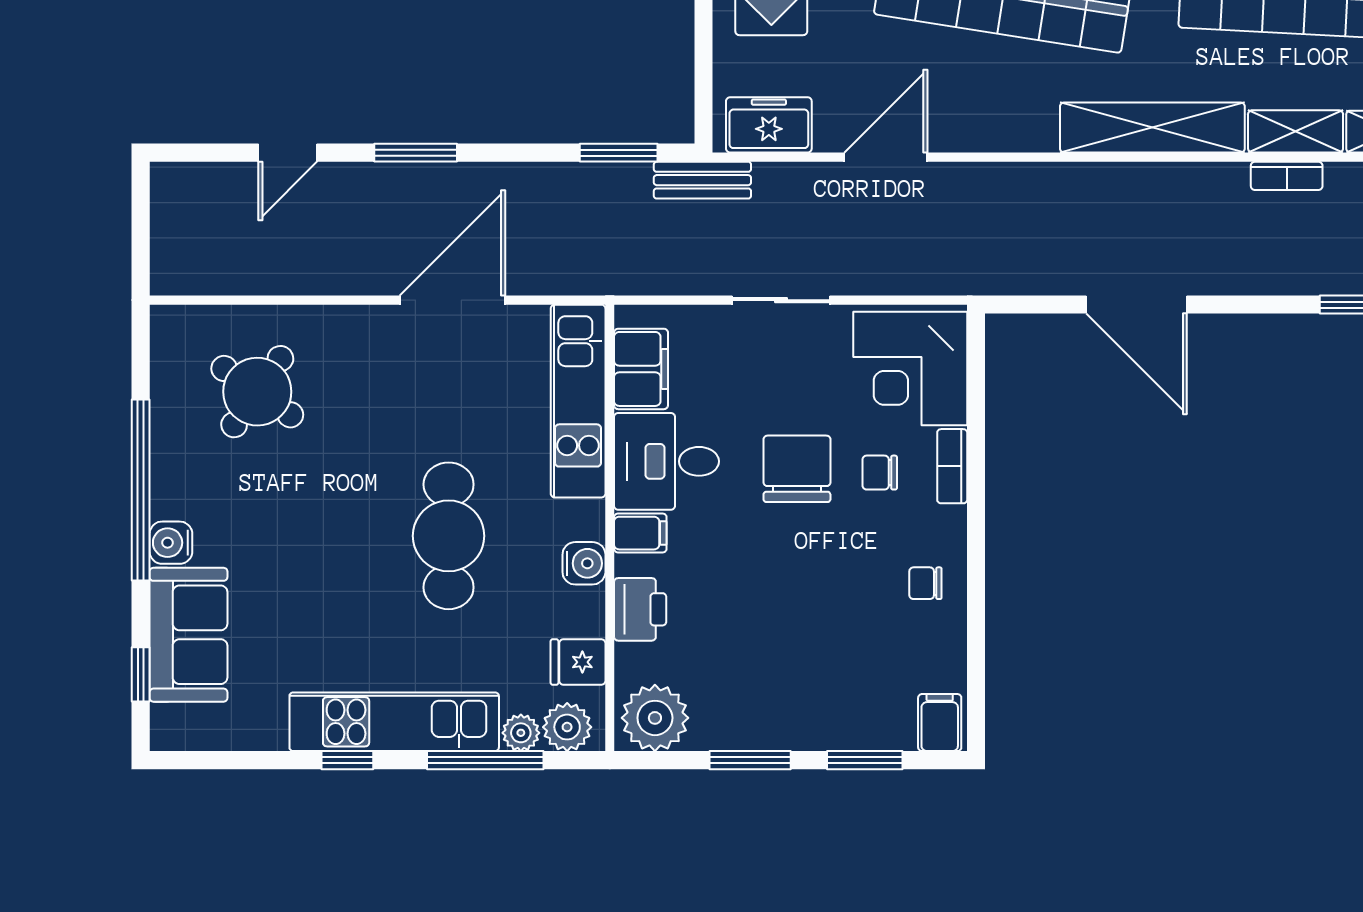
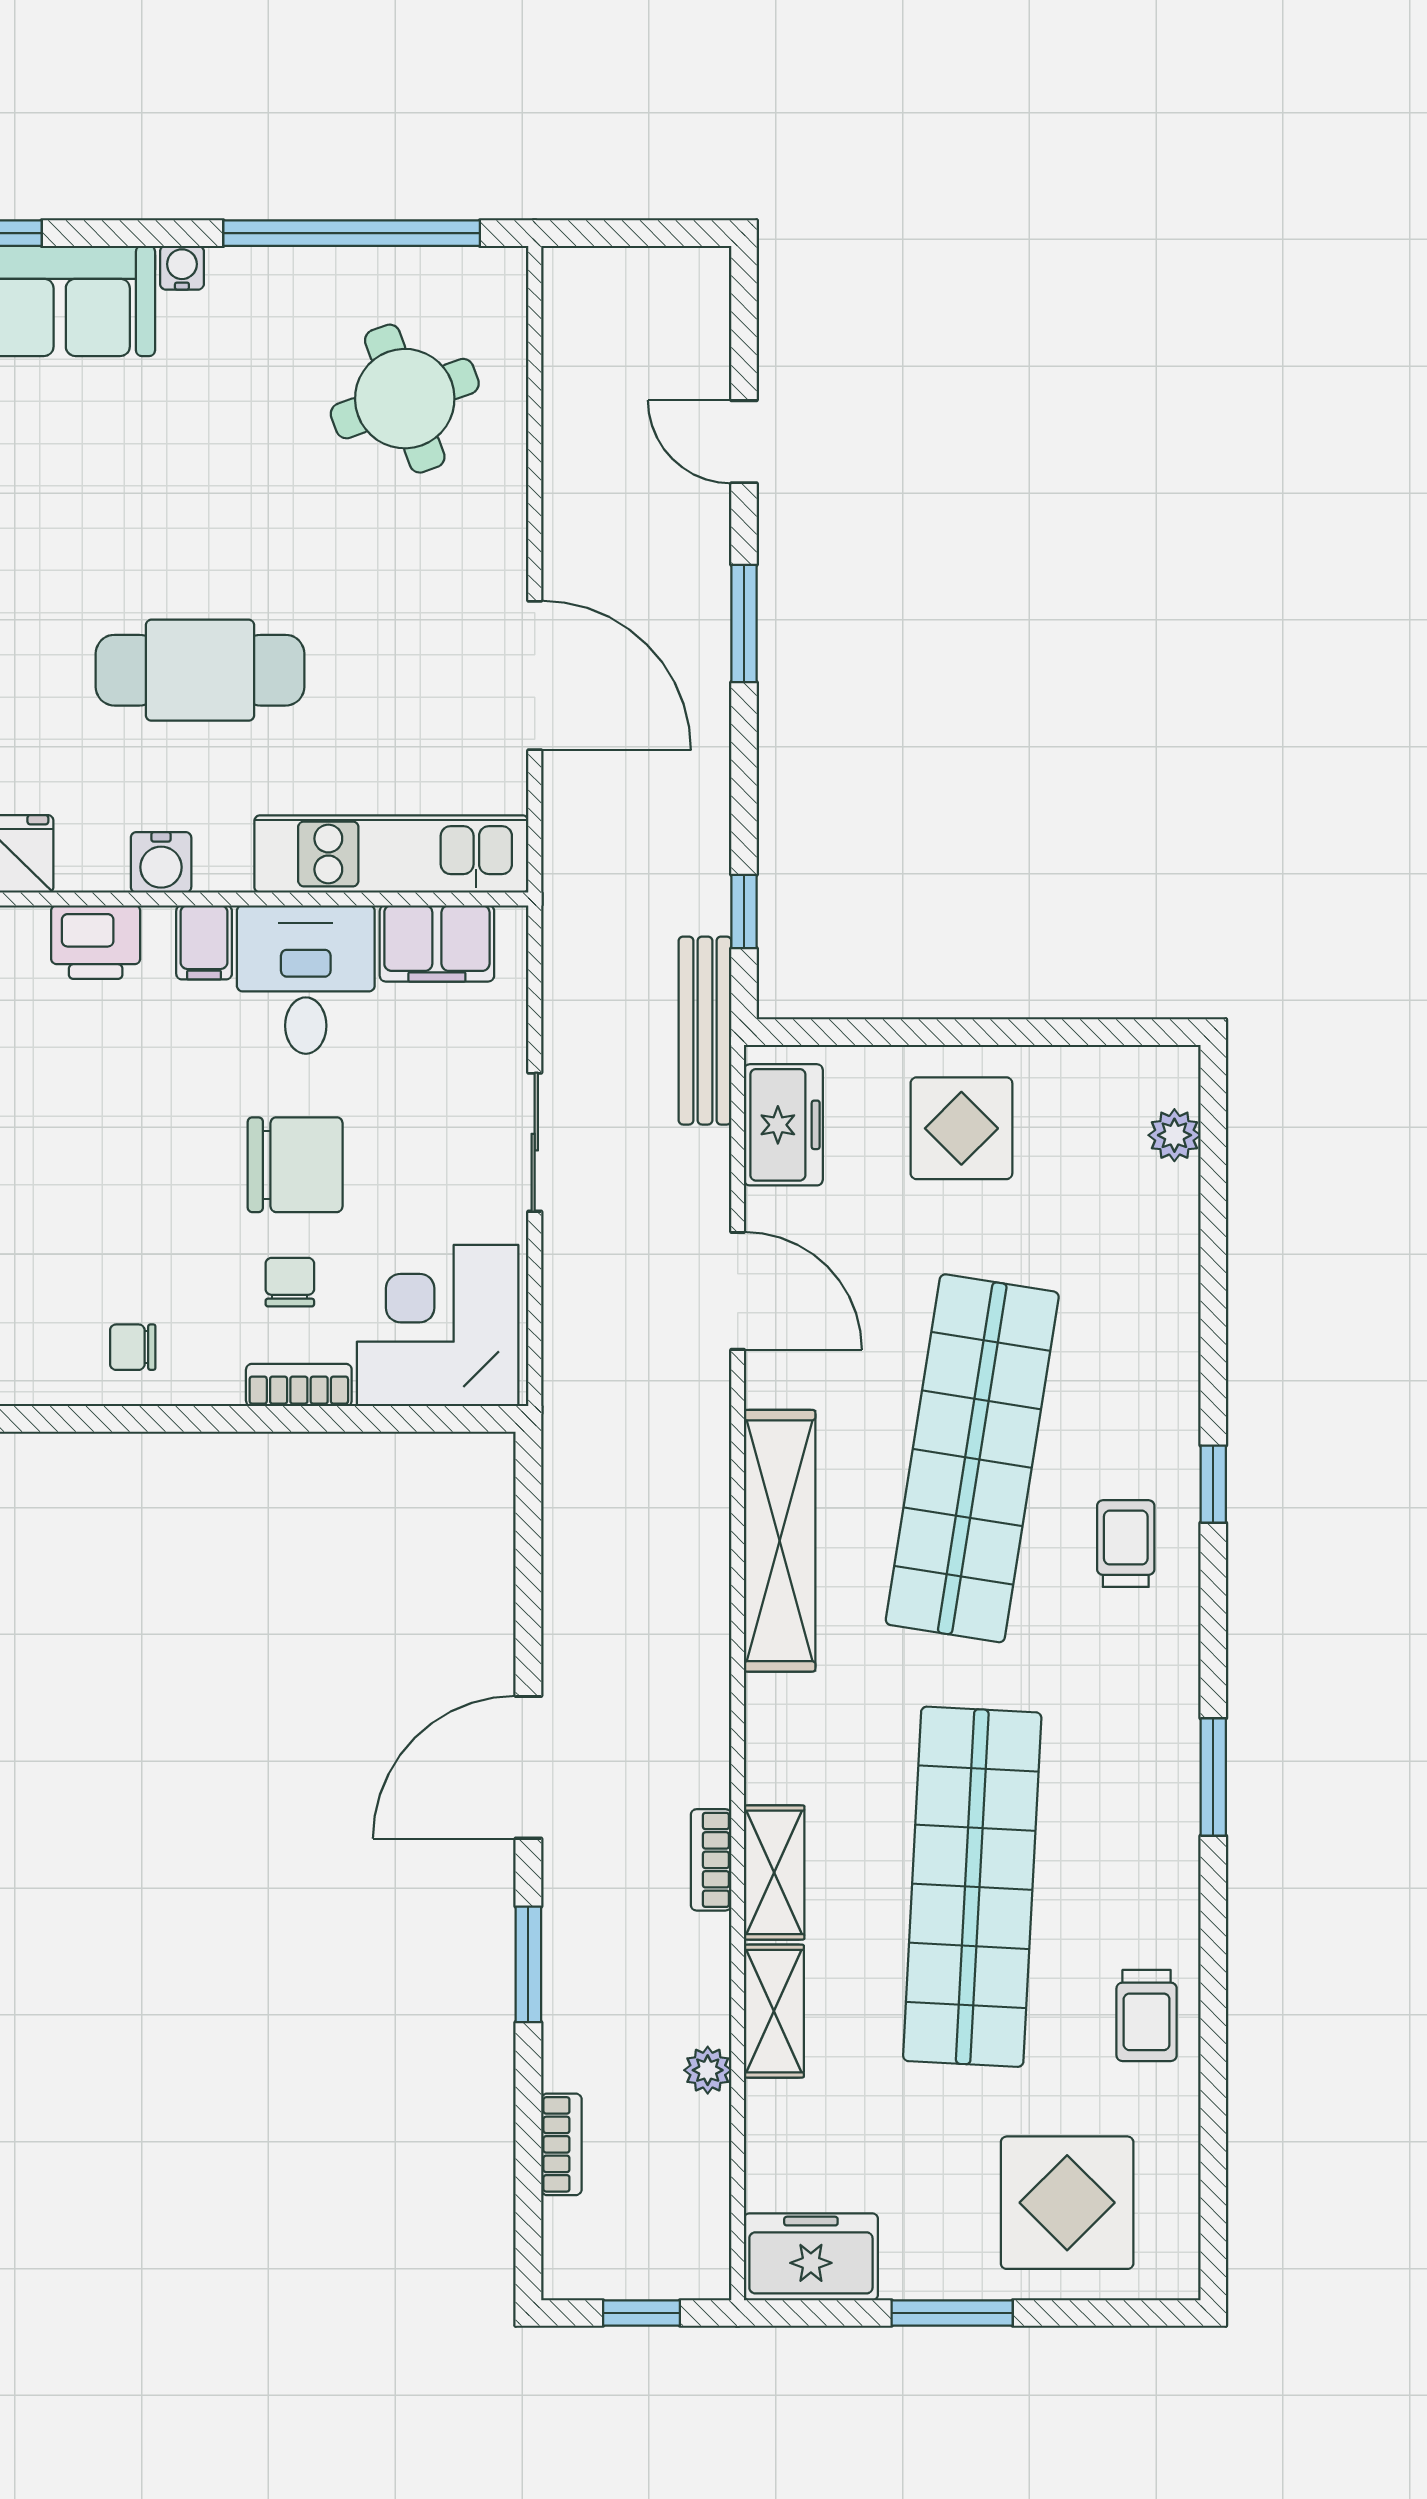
shelving: (1152, 127) -> (780, 1541), moved
window: (619, 153) -> (744, 912), width x0.67
bench: (702, 180) -> (705, 1031), width x1.36
door: (1137, 305) -> (528, 1767), moved
round table: (257, 392) -> (405, 399), turned 35
window: (141, 490) -> (352, 233), moved
water cooler: (171, 543) -> (182, 268), width x0.72, depth x0.72
chair: (925, 583) -> (133, 1347), turned -90

